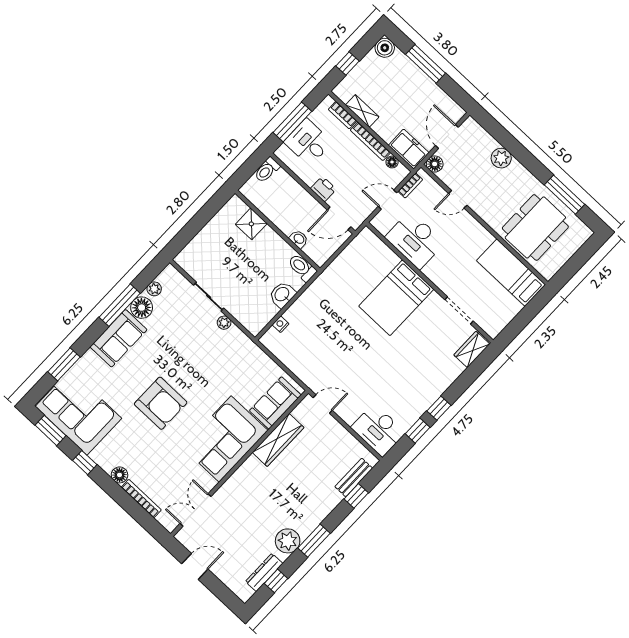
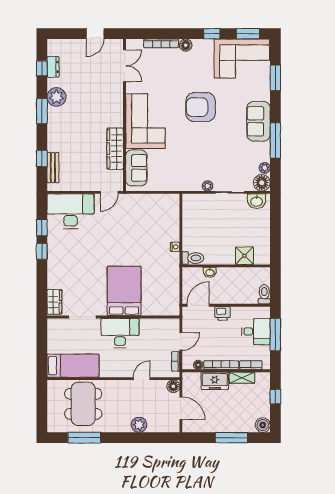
freezer: (409, 149) -> (215, 381), moved
desk: (415, 240) -> (120, 333), moved
washbasin: (282, 295) -> (257, 201), moved, turned 90
floor lamp: (142, 308) -> (262, 183), moved
nightstand: (281, 324) -> (175, 247), moved
desk: (378, 430) -> (71, 211), width x1.36, depth x1.30
dresser: (264, 572) -> (53, 67), width x0.70

